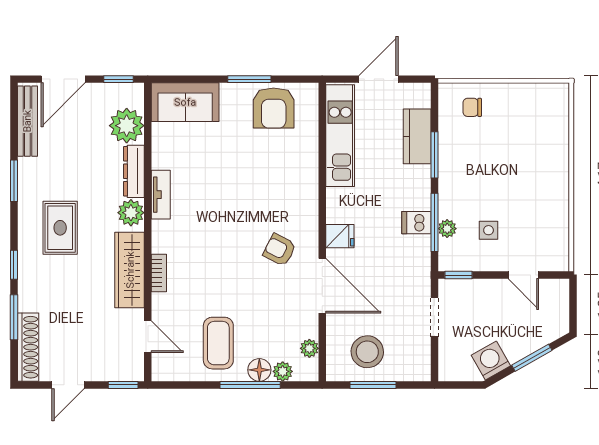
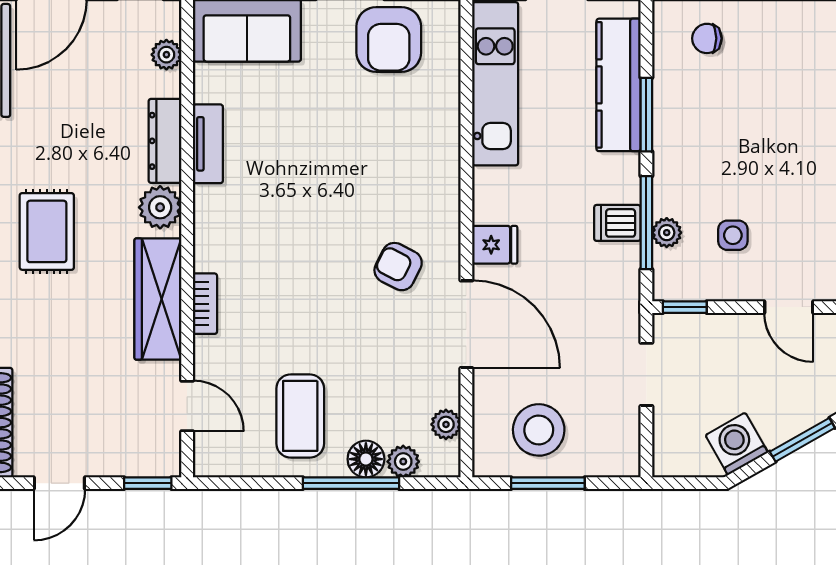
plant: (127, 126) -> (166, 55), width x0.53, depth x0.53
kitchen counter: (417, 136) -> (619, 85), width x1.50
tv unit: (161, 195) -> (208, 144), moved

